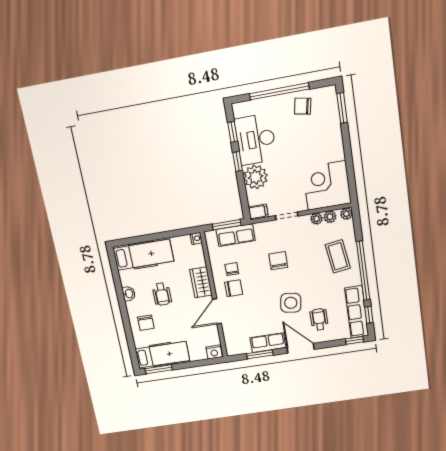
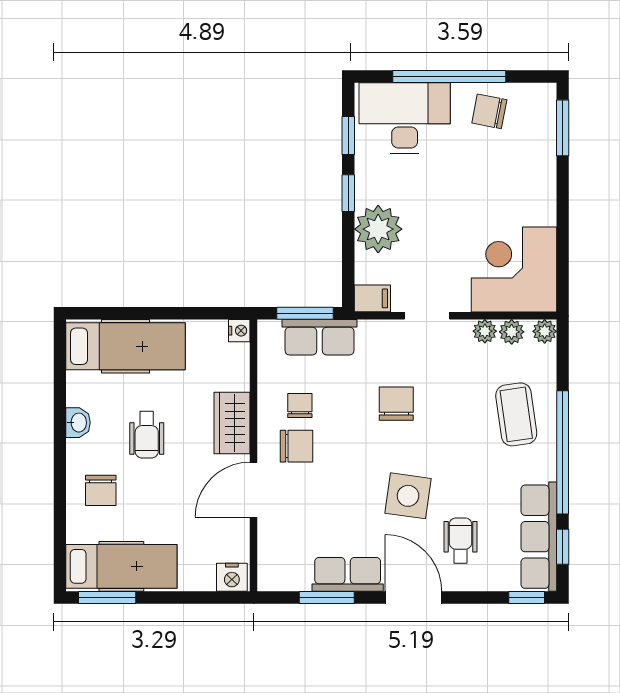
desk: (256, 139) -> (405, 118), moved, turned 90

